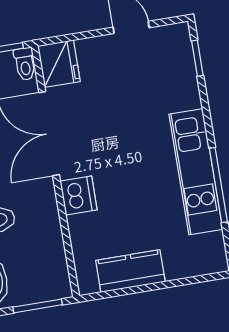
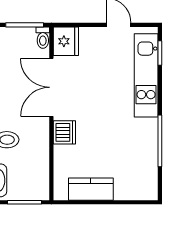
kitchen unit: (196, 172) -> (146, 75), moved

